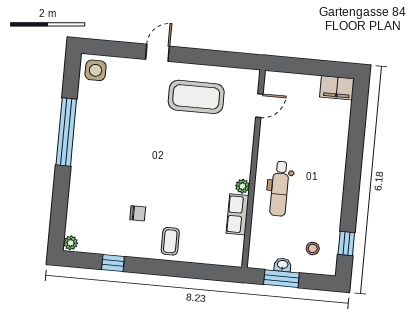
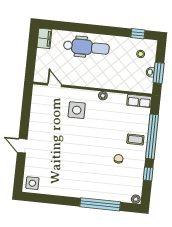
coffee table: (196, 97) -> (49, 123), removed
window: (66, 132) -> (100, 204), moved
side table: (218, 143) -> (77, 110), added
dental chair: (280, 189) -> (86, 47), moved, width x1.36, depth x1.38
row of seats: (237, 214) -> (139, 101), moved
window: (175, 269) -> (152, 137), added

